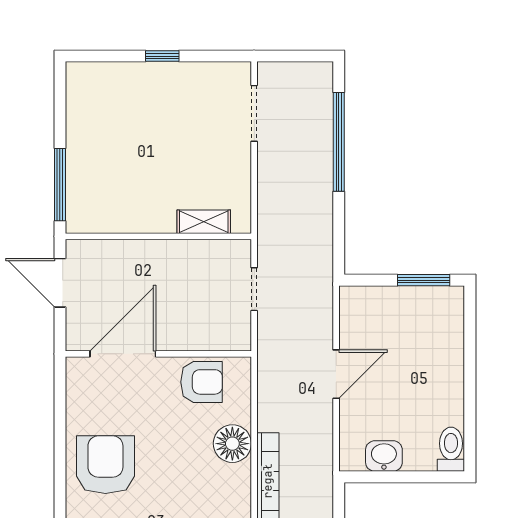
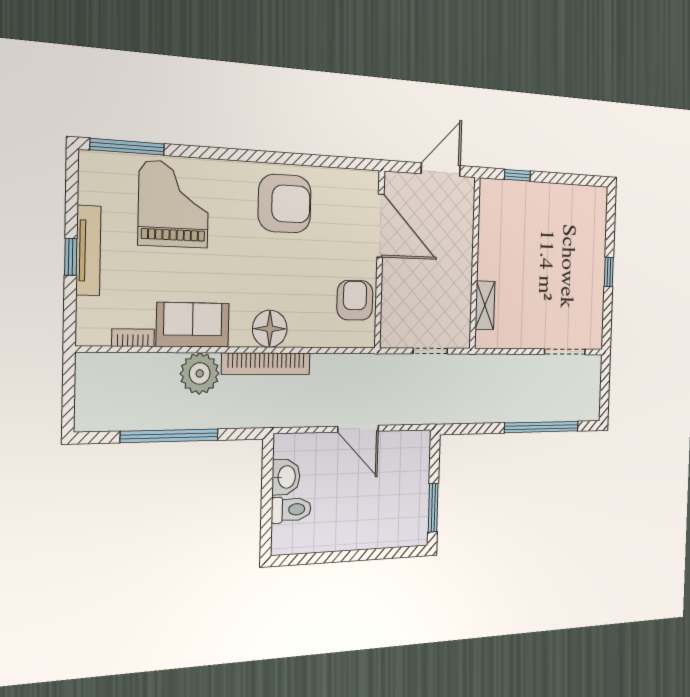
window: (60, 185) -> (517, 175), width x0.46
armchair: (202, 382) -> (355, 300), turned 180
floor lamp: (232, 444) -> (270, 329), moved
toilet: (451, 449) -> (291, 510), moved

